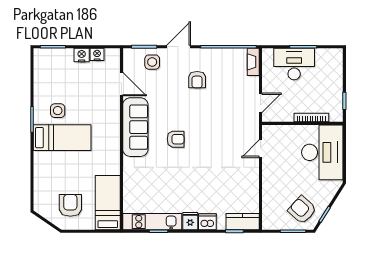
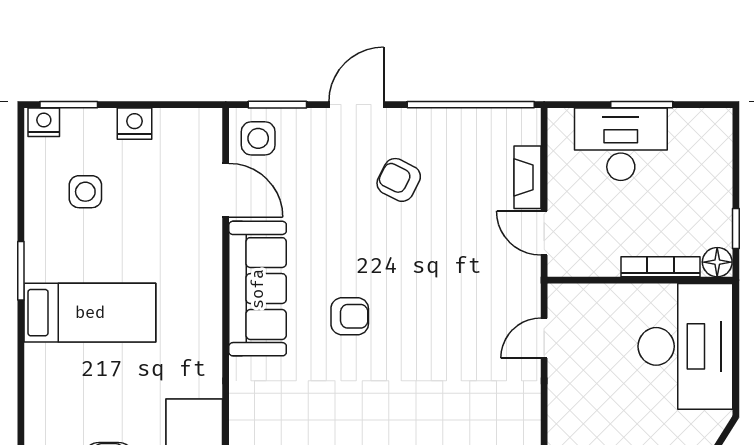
nightstand: (97, 54) -> (44, 122), moved
side table: (152, 62) -> (258, 138), moved
fireplace: (253, 62) -> (527, 177), moved
armchair: (197, 80) -> (399, 180), turned 117
door: (261, 103) -> (544, 233), swing flipped
side table: (58, 111) -> (85, 192), moved
floor lamp: (336, 116) -> (717, 262), added

